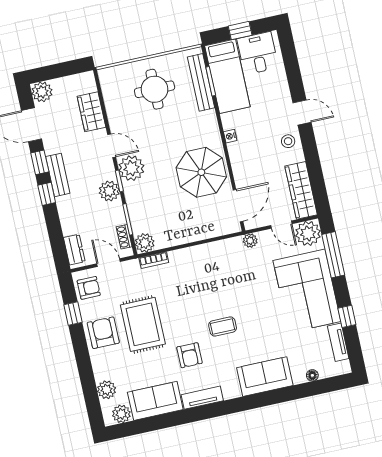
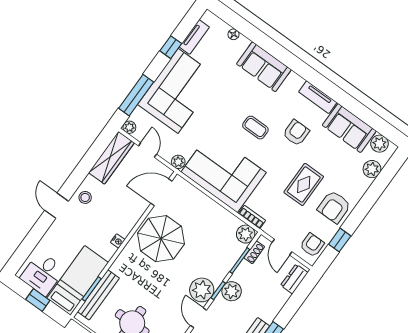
plant: (308, 233) -> (129, 127), width x0.53, depth x0.53
corner sofa: (210, 269) -> (224, 172), added
armchair: (89, 288) -> (312, 245), turned 90
rug: (143, 324) -> (304, 184), width x0.73, depth x0.70

